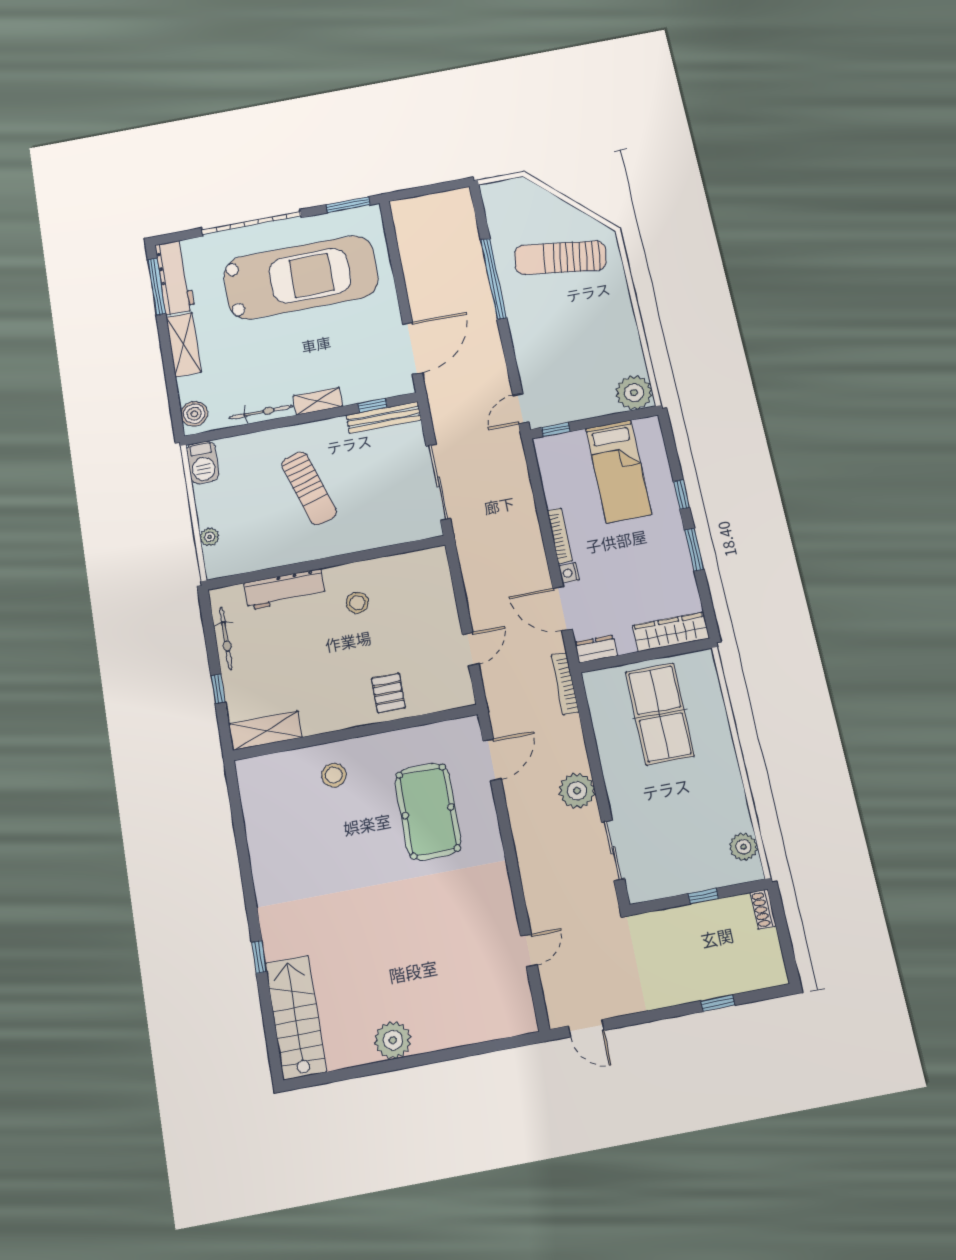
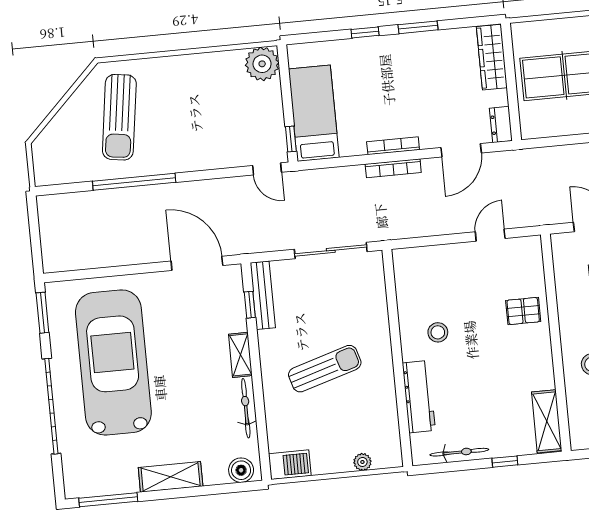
workbench: (175, 277) -> (101, 482), removed
bed: (619, 471) -> (314, 113), moved, turned -90
nightstand: (569, 573) -> (429, 141), removed
door: (471, 649) -> (490, 235), hinge flipped
bookcase: (565, 684) -> (393, 168), moved

